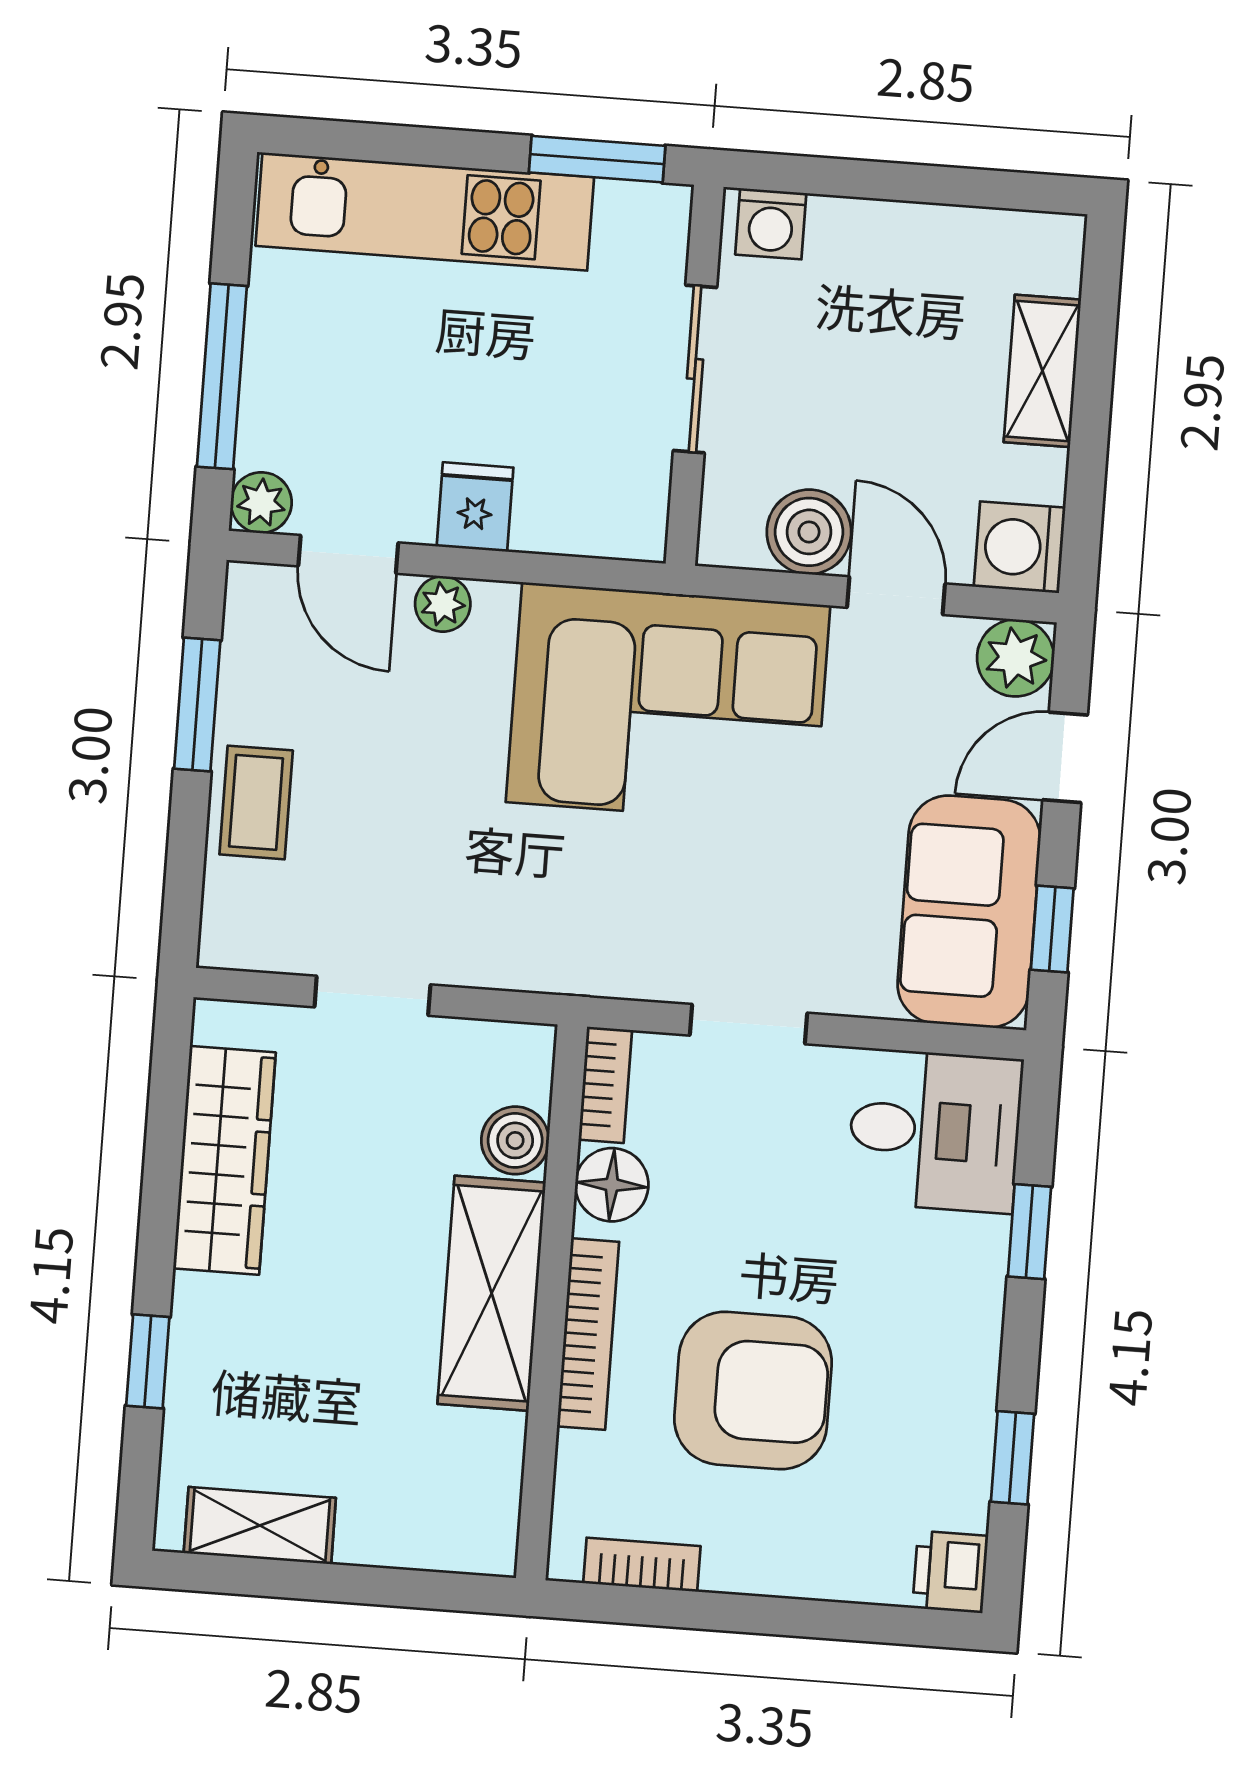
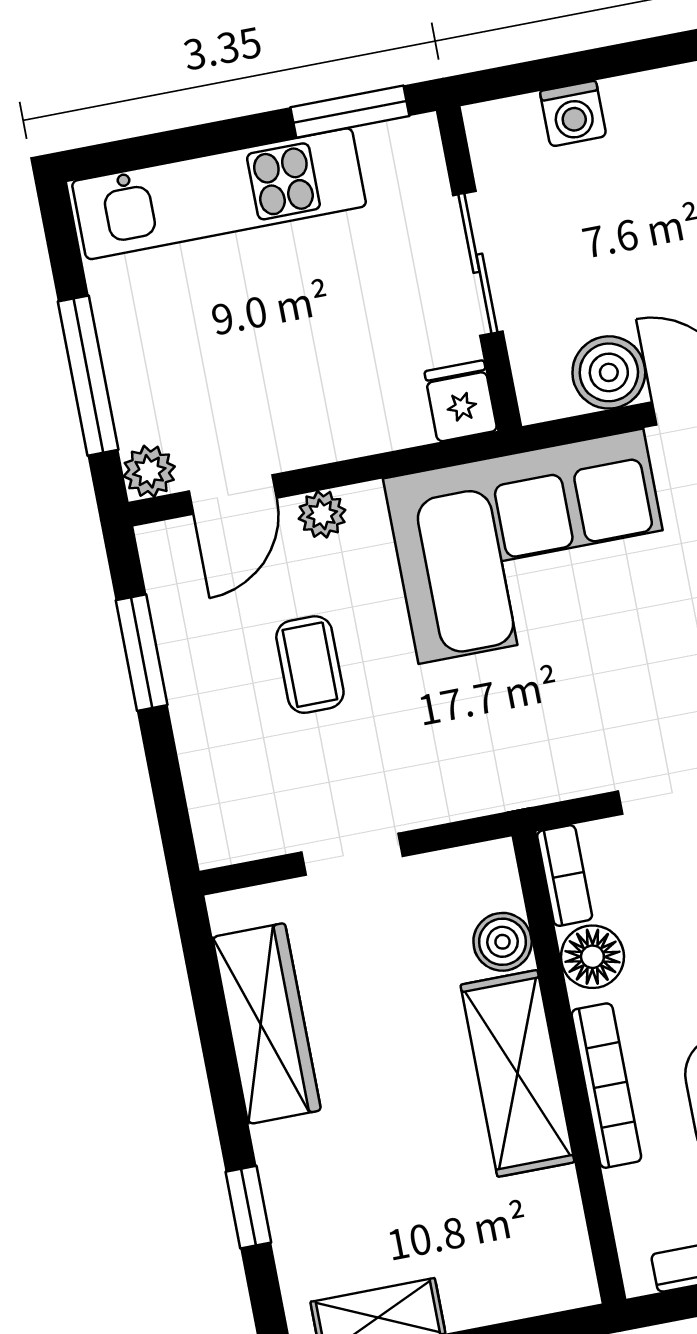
washing machine: (771, 224) -> (573, 114), moved
fridge: (475, 507) -> (461, 401), moved
door: (348, 554) -> (233, 495), hinge flipped
coffee table: (256, 802) -> (310, 665), moved

